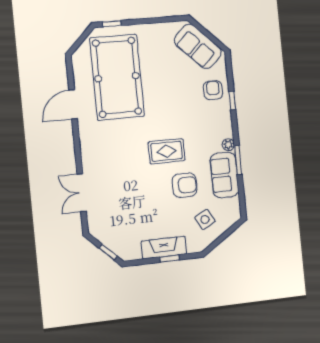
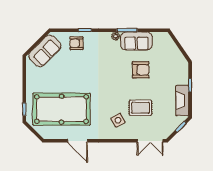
rug: (167, 151) -> (140, 108), moved, turned 90
armchair: (185, 185) -> (141, 70), turned 90
double door: (82, 193) -> (150, 141), moved
side table: (205, 219) -> (118, 120), moved
fireplace: (164, 248) -> (182, 101), moved

